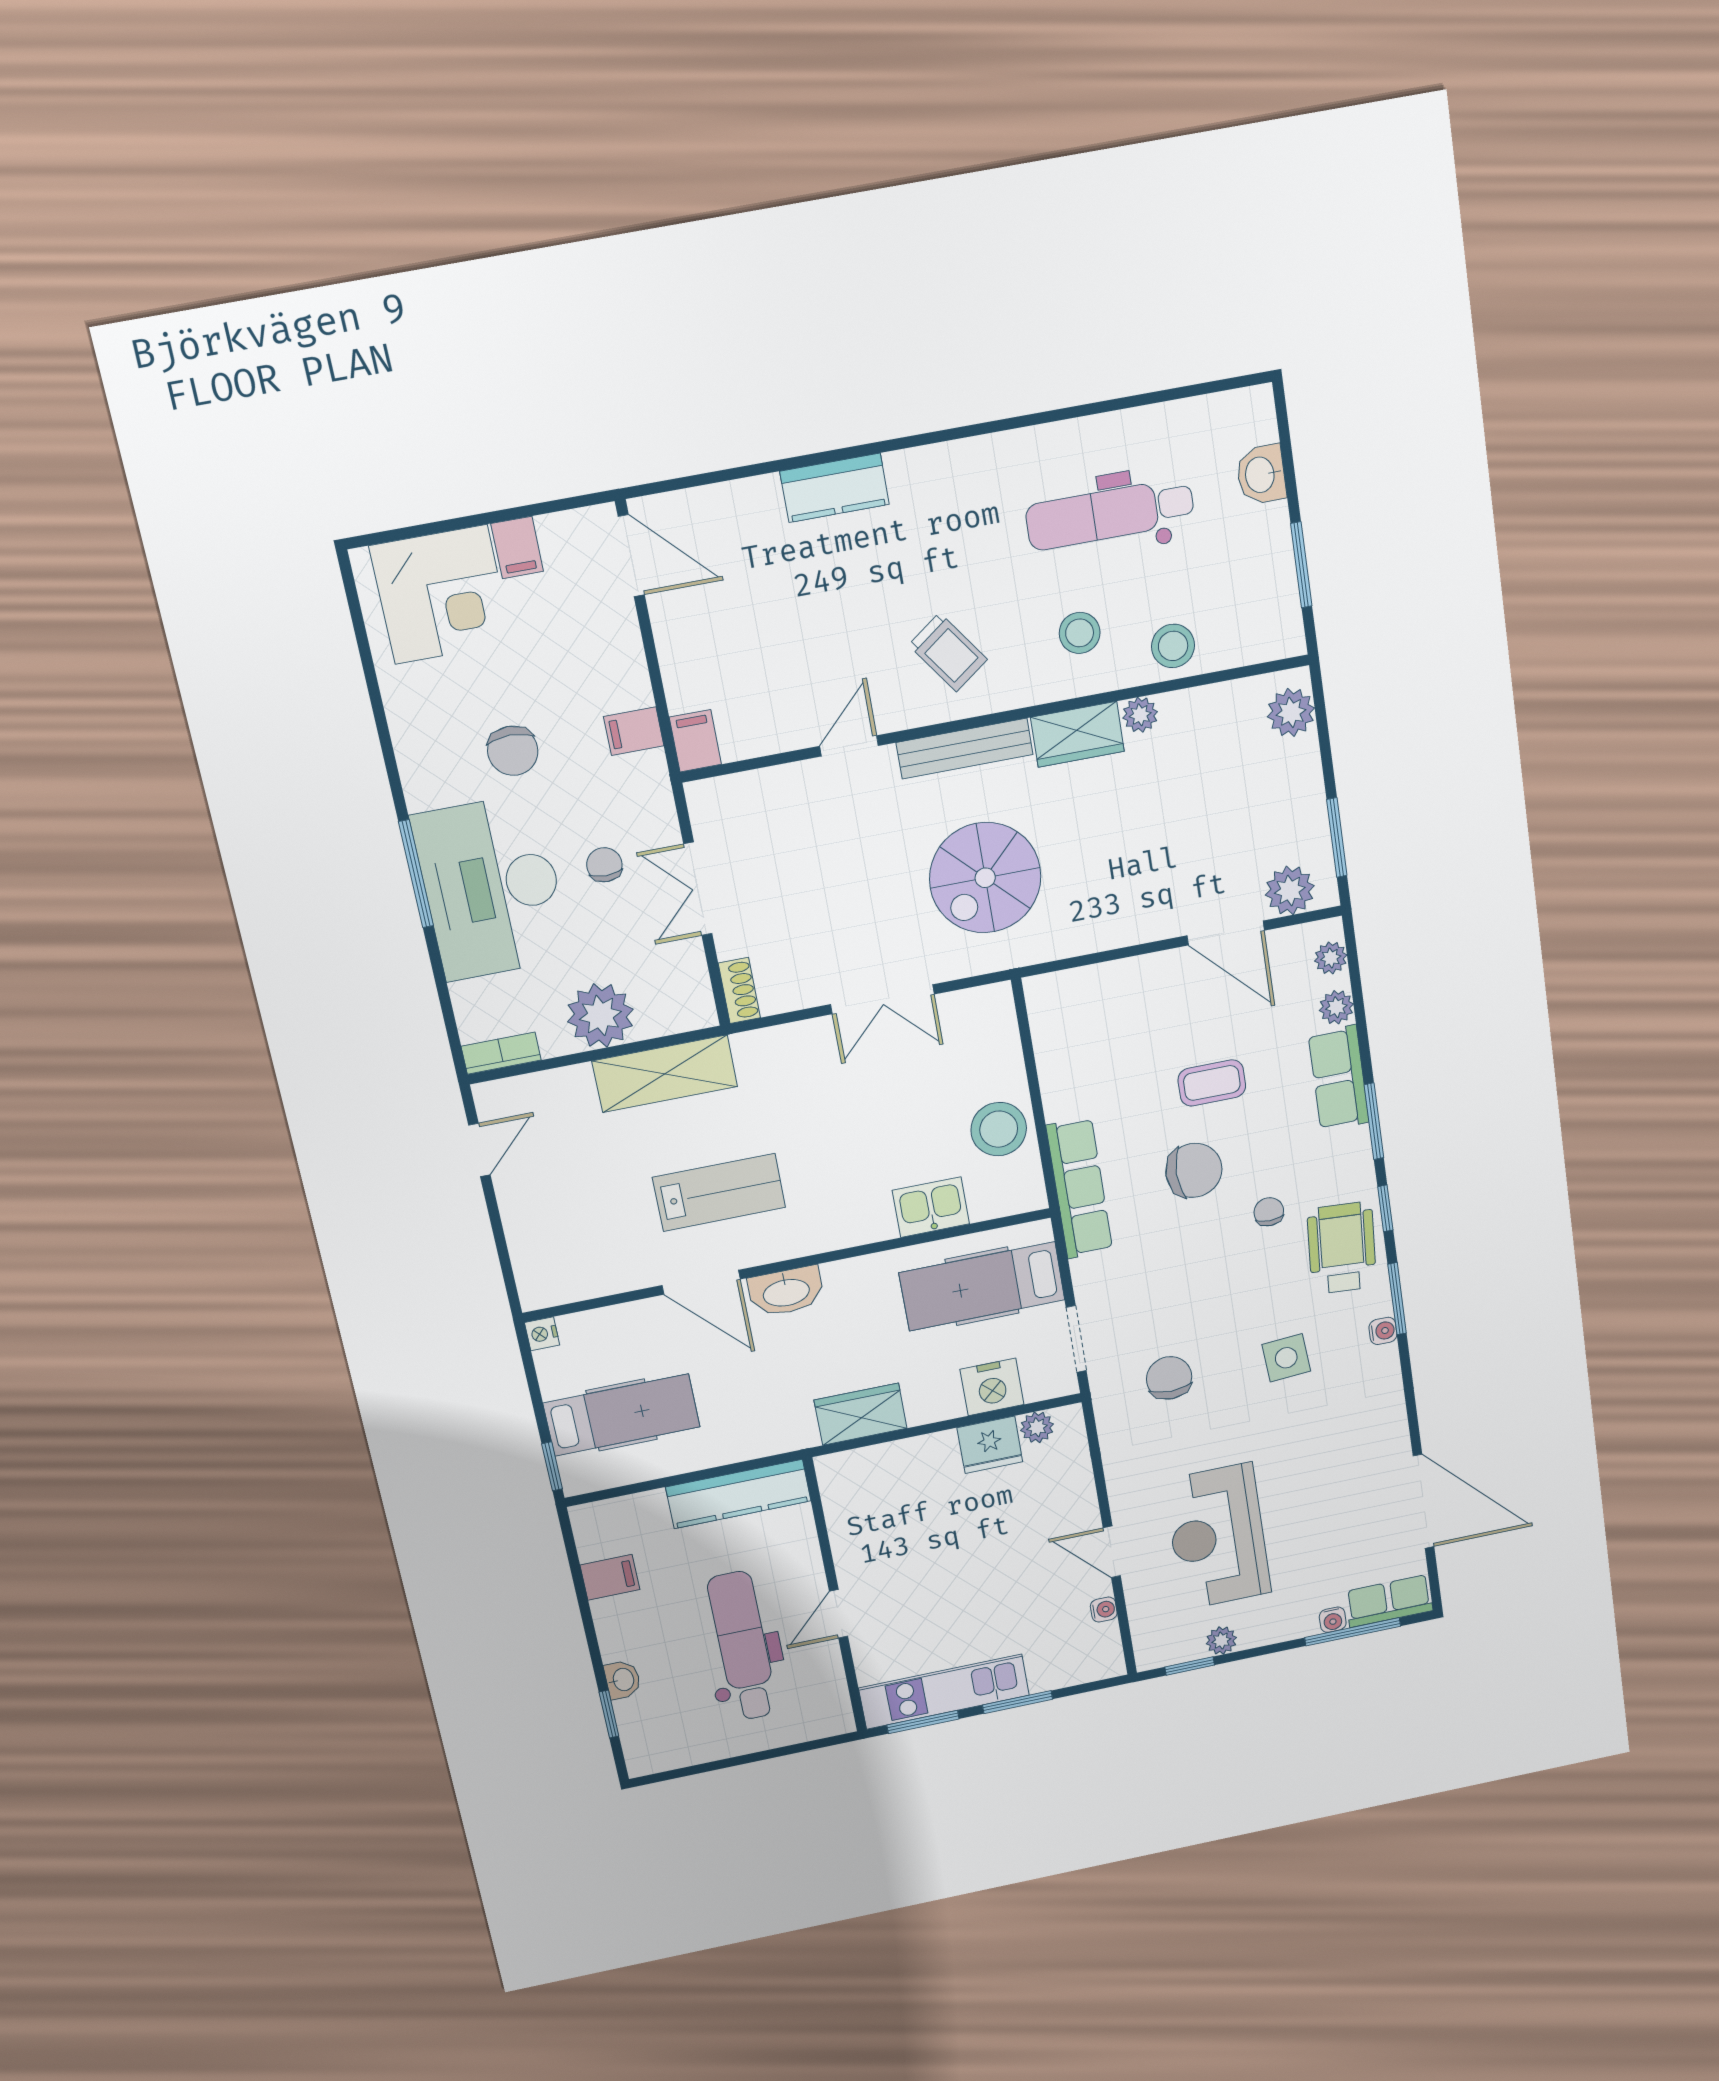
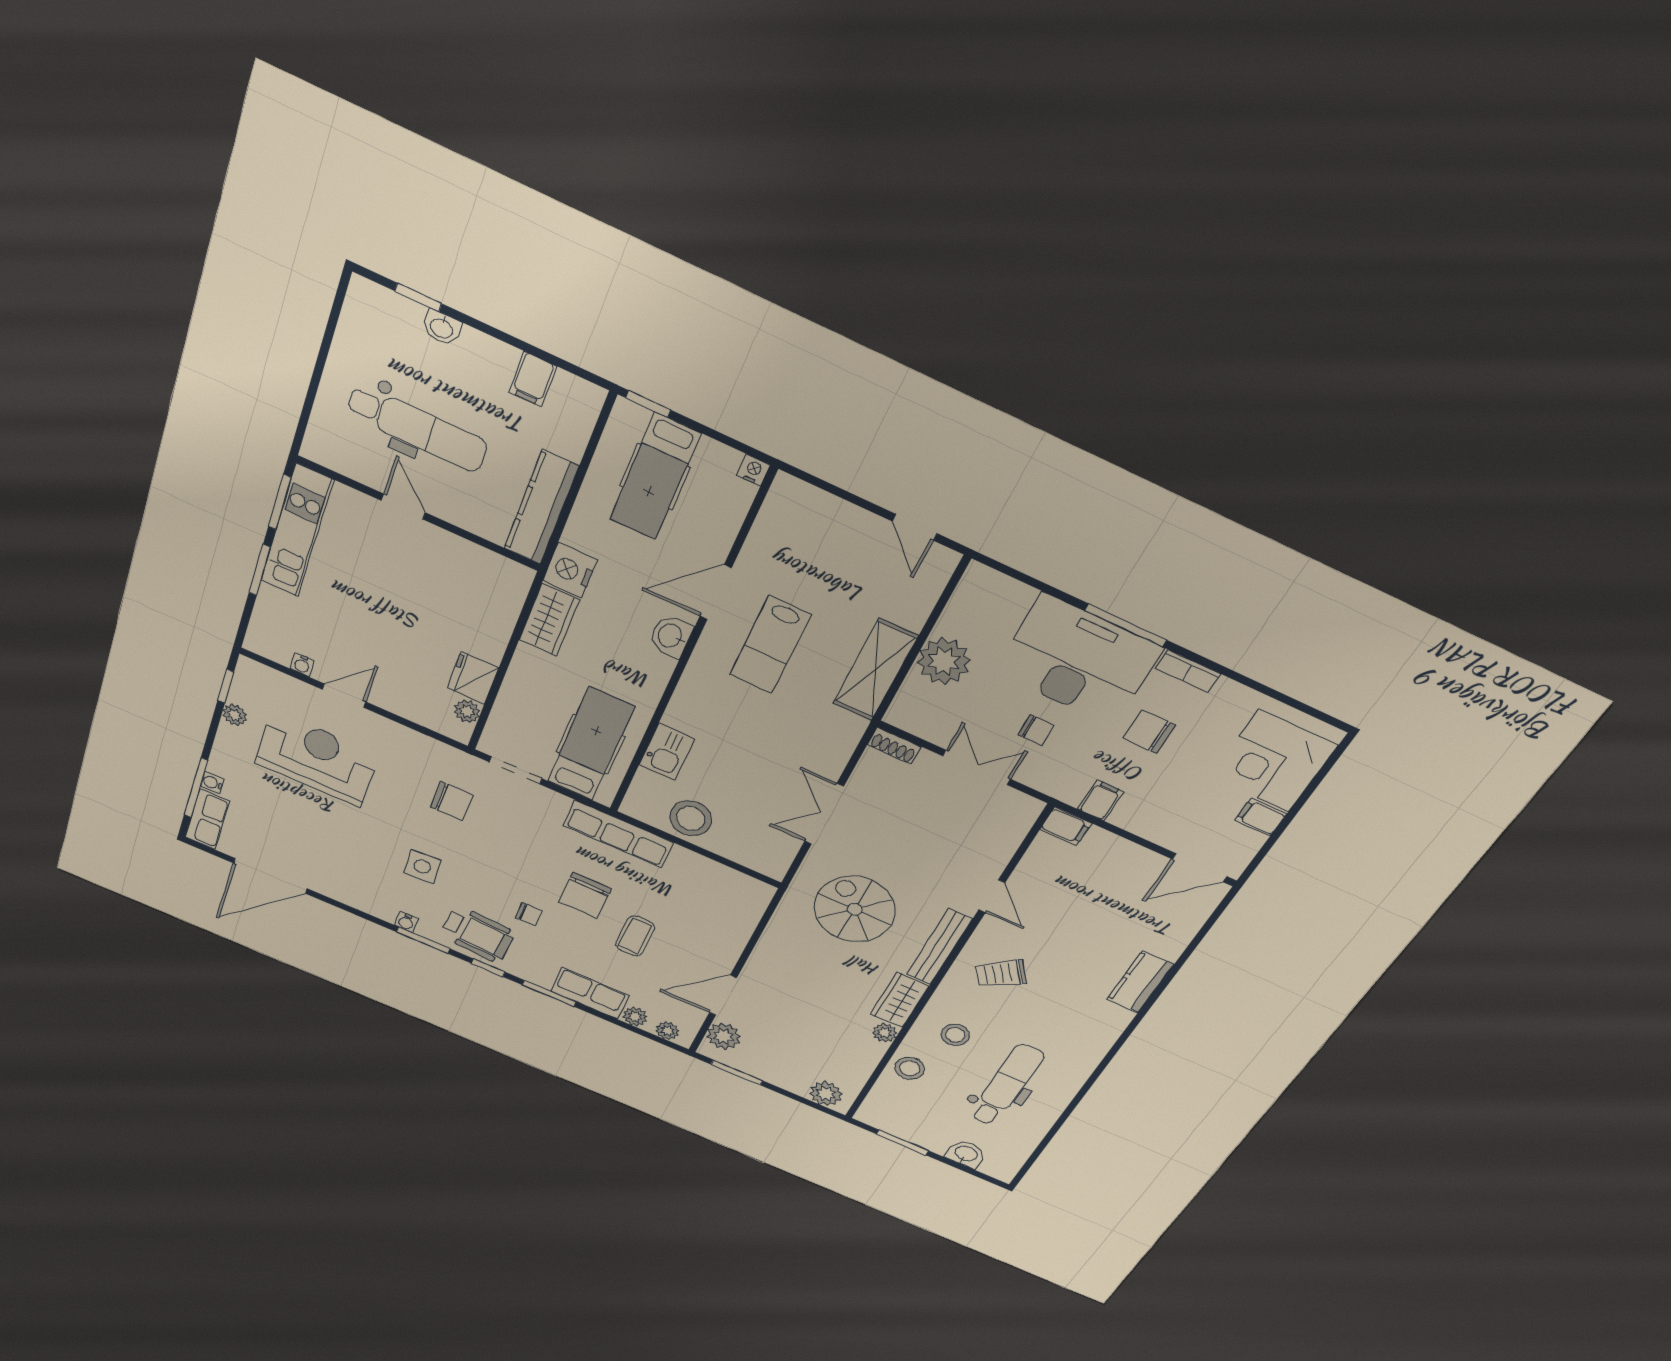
bookcase: (501, 1053) -> (1188, 671), moved, turned 90
washbasin: (786, 1292) -> (671, 636), width x0.72
nightstand: (992, 1387) -> (570, 570), moved

